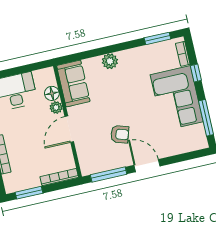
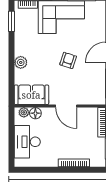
plant: (56, 107) -> (24, 112), moved
armchair: (120, 134) -> (68, 60), moved

